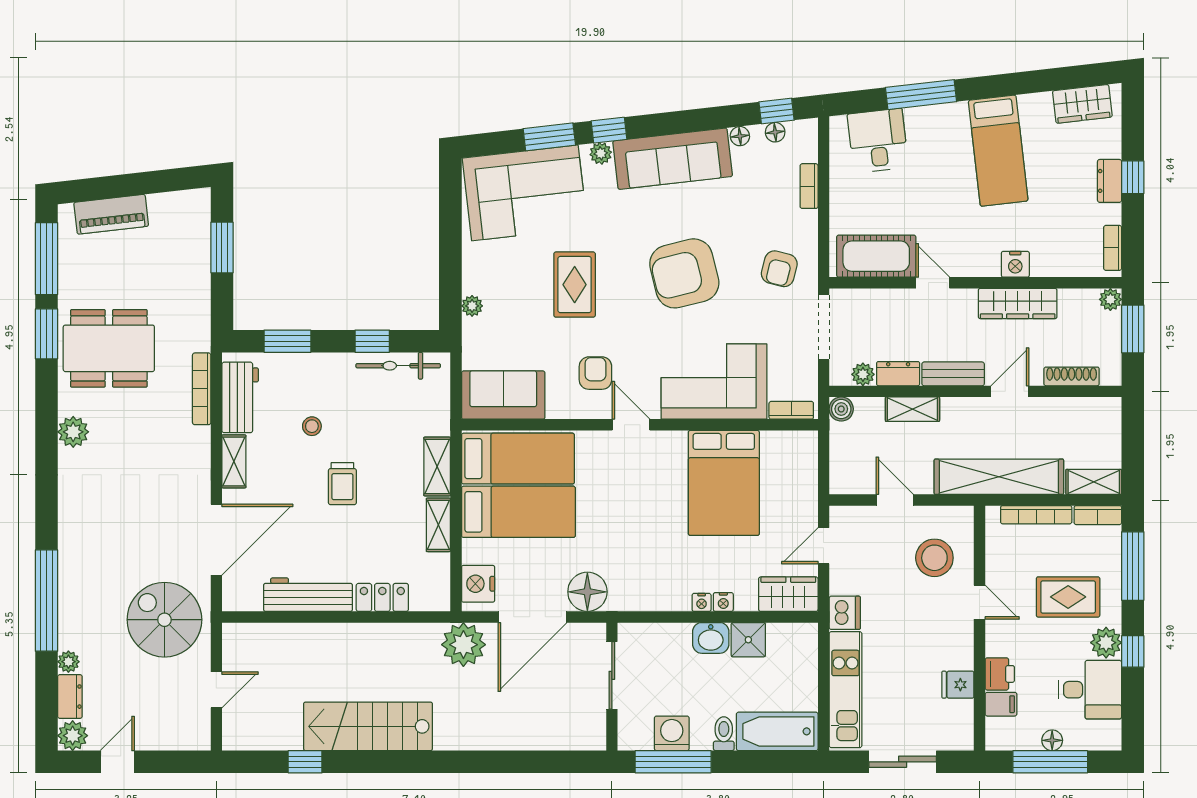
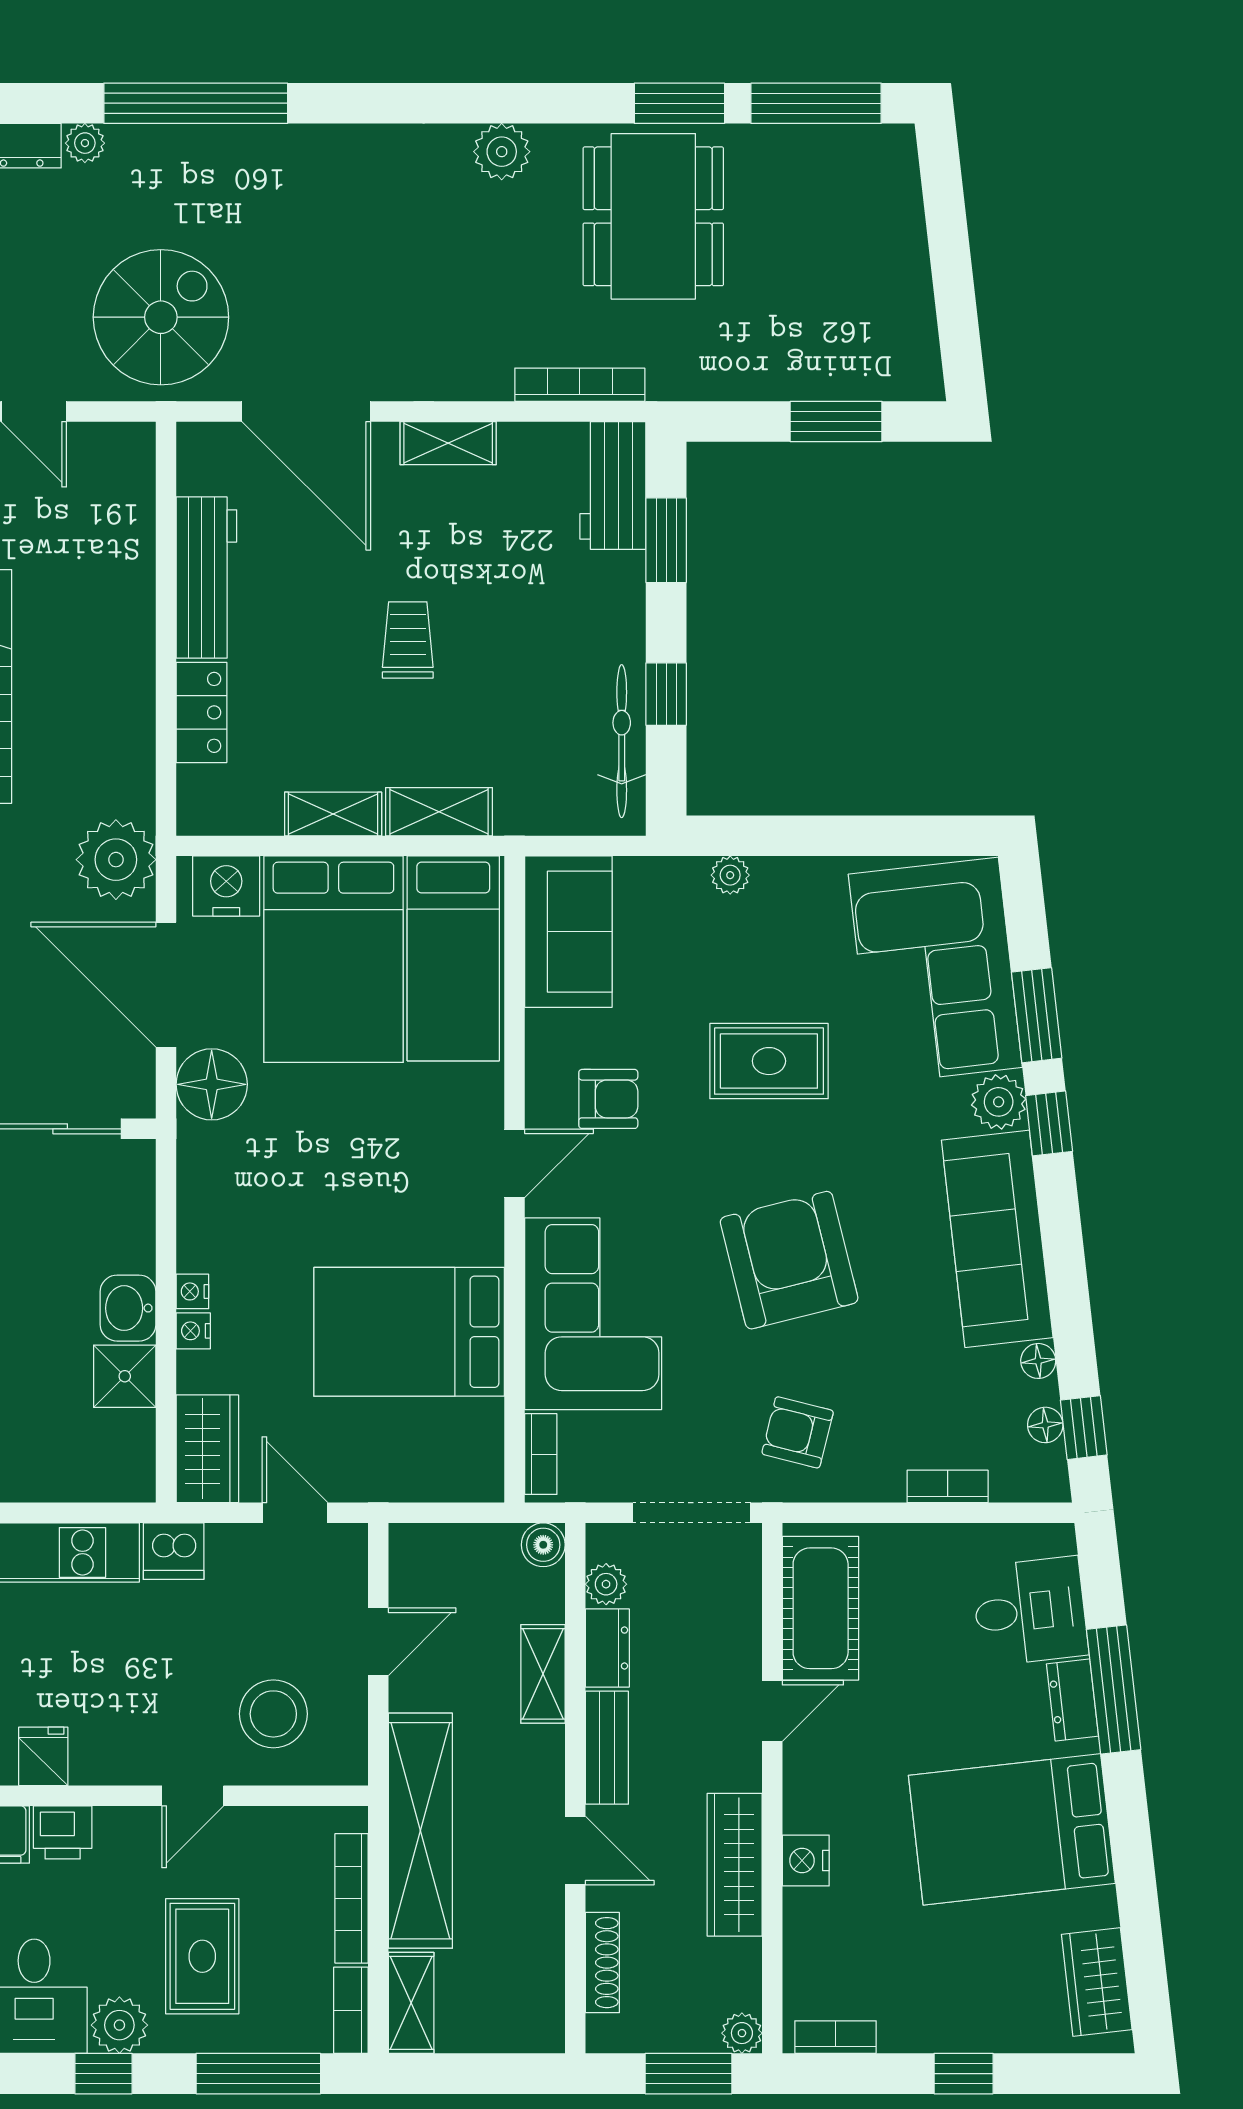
bed: (998, 151) -> (1012, 1829), width x1.50
plant: (601, 153) -> (999, 1102), width x1.38, depth x1.38
dresser: (1110, 181) -> (1072, 1700), moved, turned -97
piano: (111, 214) -> (896, 221), removed
workbench: (240, 397) -> (613, 485), moved, turned 90
stool: (312, 426) -> (512, 585), removed
trolley: (342, 484) -> (408, 640), turned 90
bed: (518, 512) -> (333, 959), width x1.50

